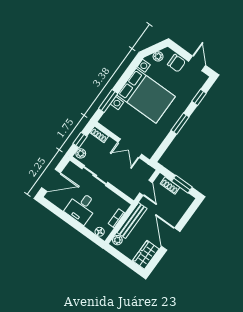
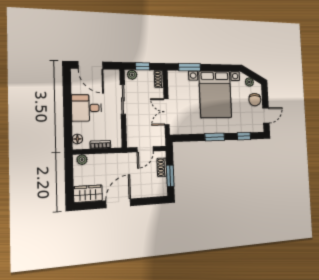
bench: (132, 220) -> (109, 159), removed

